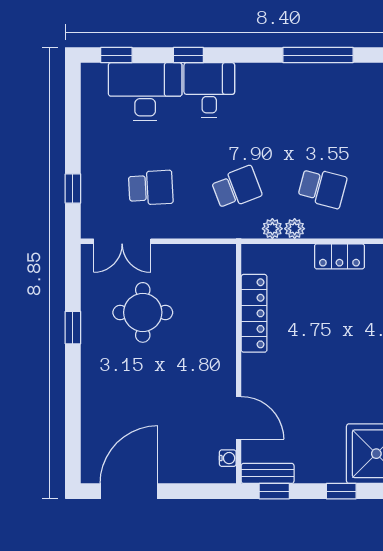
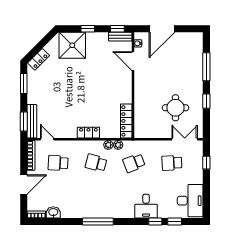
window: (116, 55) -> (175, 222), moved
desk: (145, 92) -> (190, 201), moved, turned -90
locker: (254, 313) -> (126, 121), moved
window: (73, 405) -> (206, 67), added
door: (129, 491) -> (162, 29), moved

